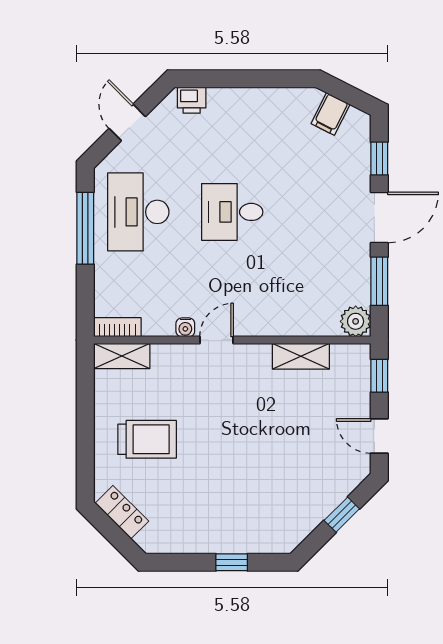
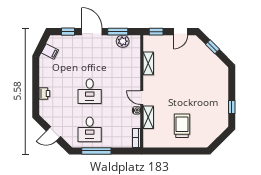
printer: (192, 100) -> (44, 94), moved
desk: (138, 212) -> (90, 129), width x0.73
plant: (356, 321) -> (123, 41), moved
shelving: (122, 356) -> (148, 117), moved
locker: (122, 512) -> (212, 136), removed
window: (232, 562) -> (232, 107), moved

